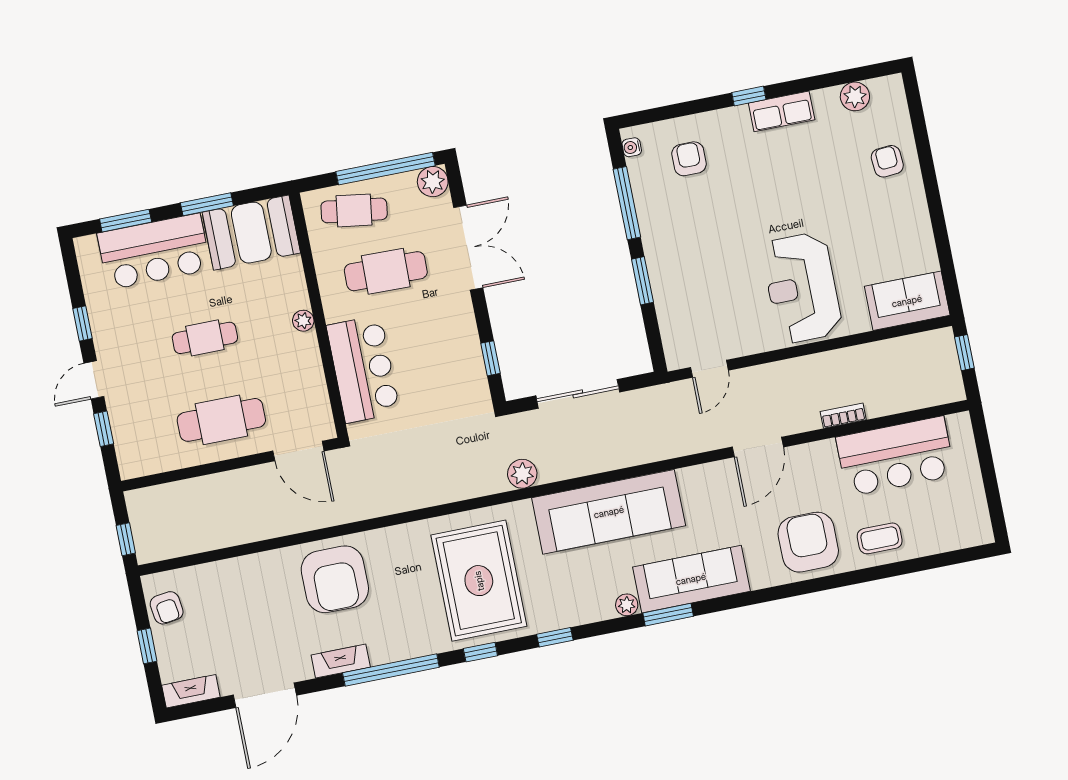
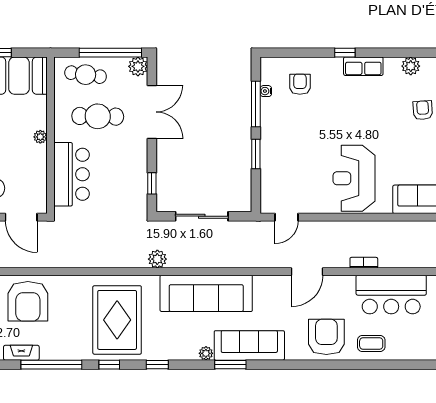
water cooler: (632, 147) -> (266, 91), moved

